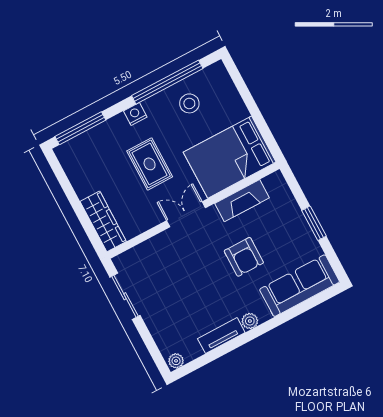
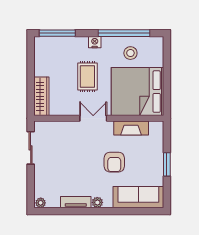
bed: (230, 157) -> (137, 92), width x1.36

